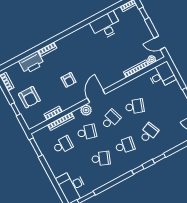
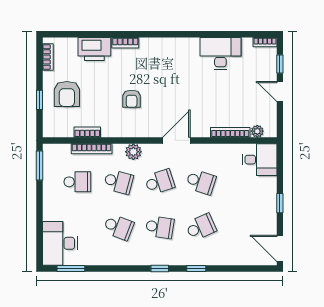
door: (160, 43) -> (280, 92), moved
door: (96, 96) -> (176, 140), moved

